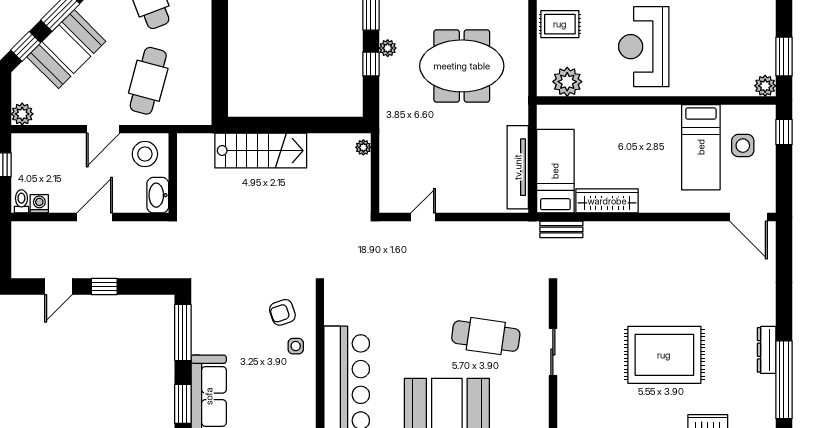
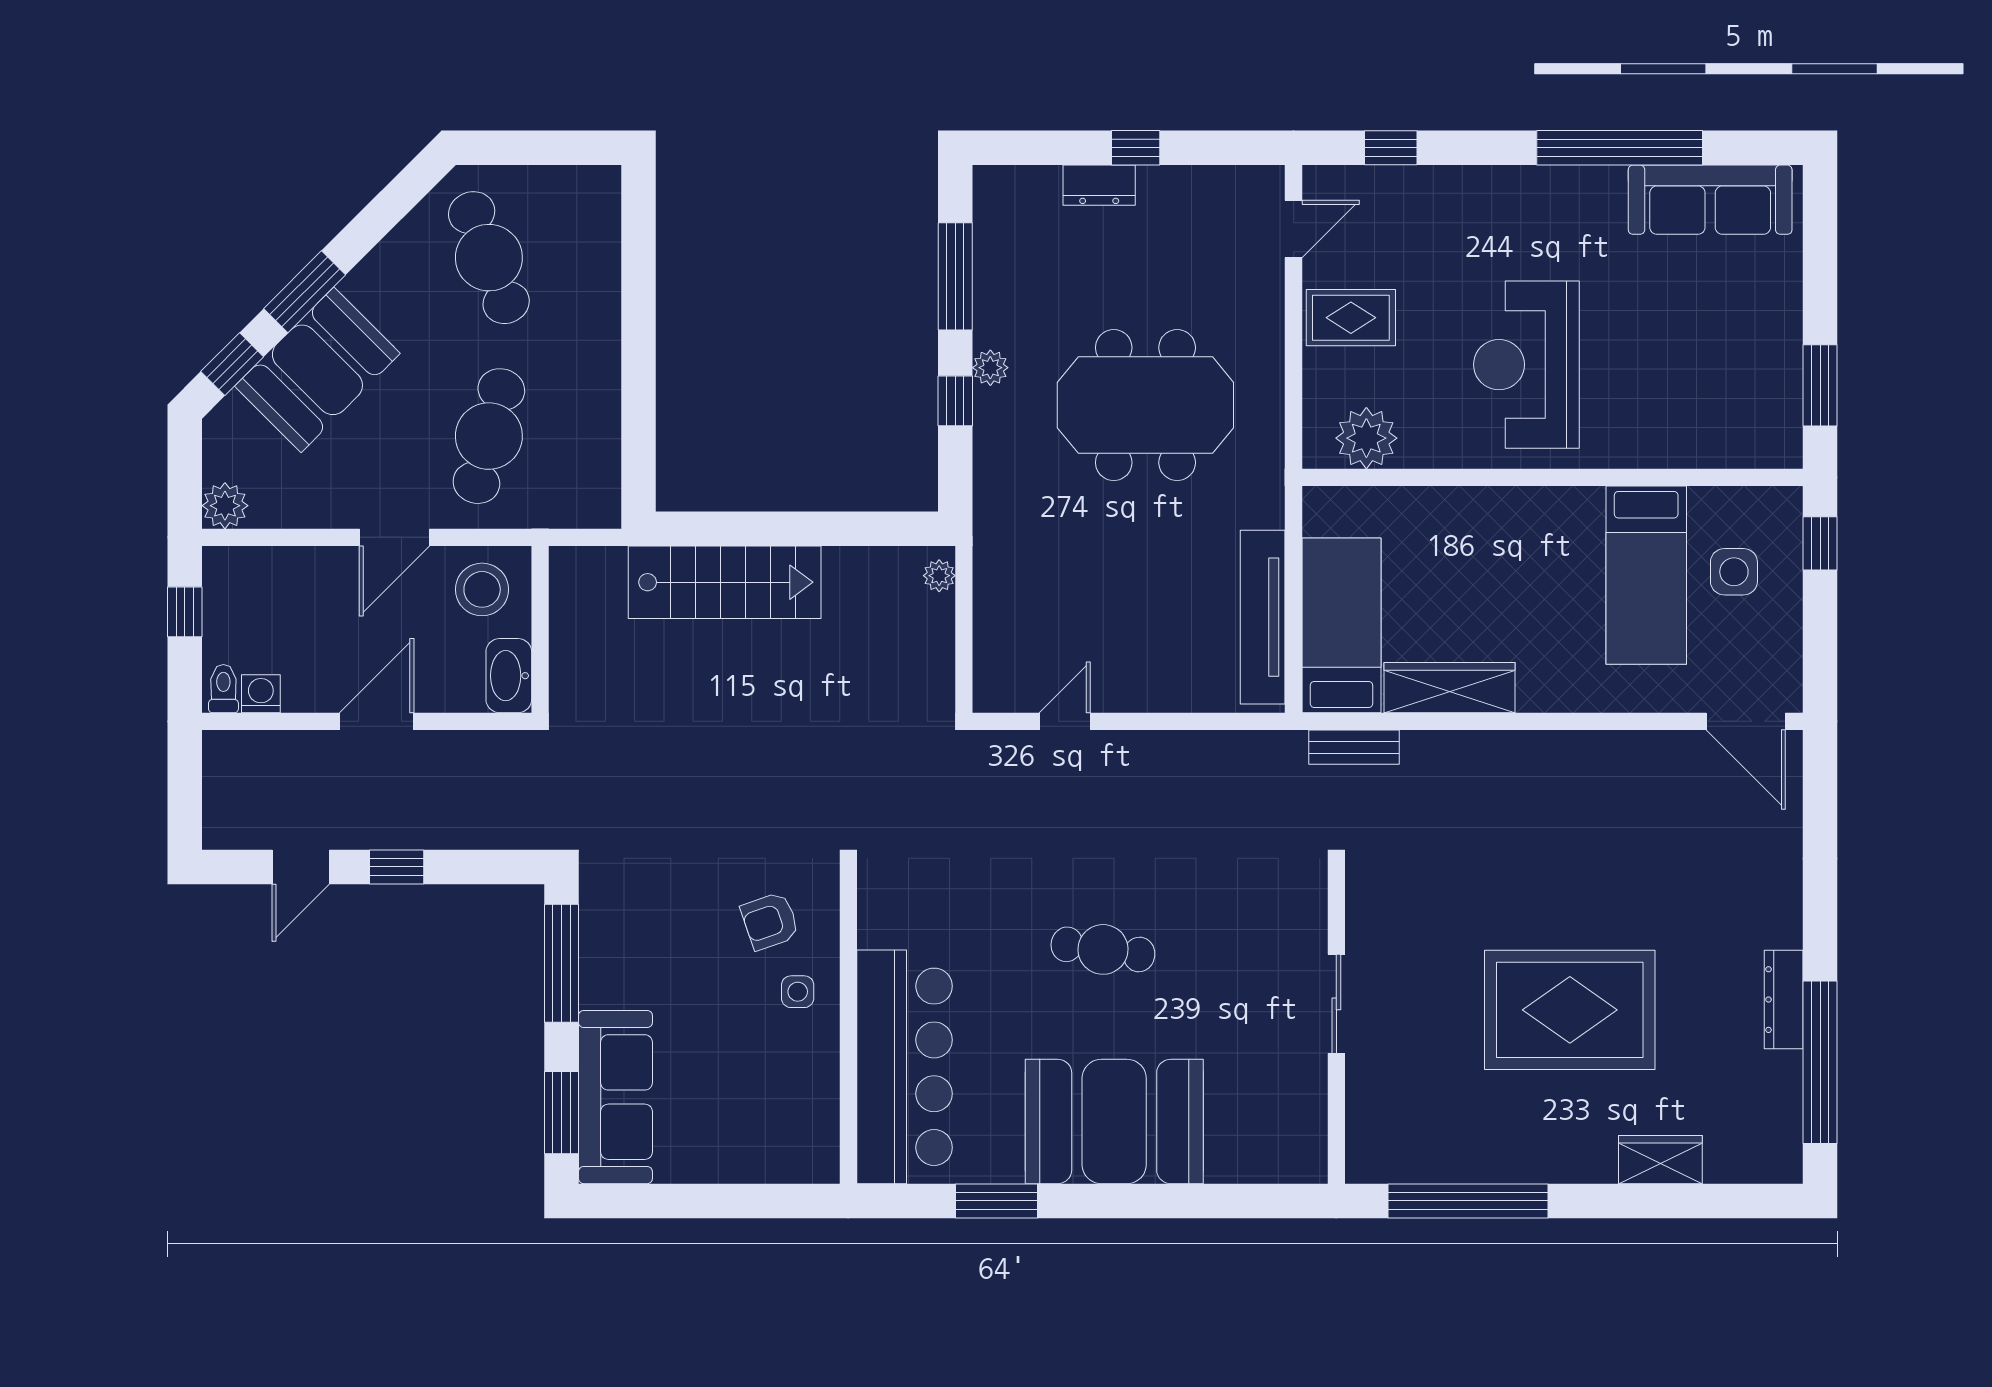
plant: (765, 86) -> (1781, 447), removed
cafe table: (486, 336) -> (1103, 949), moved, width x0.73, depth x0.74

